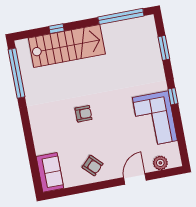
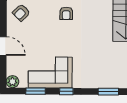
window: (180, 132) -> (36, 91), added
plant: (160, 163) -> (12, 82), moved

